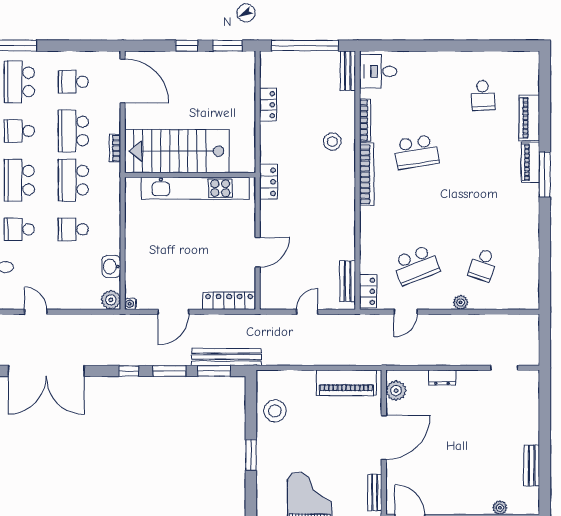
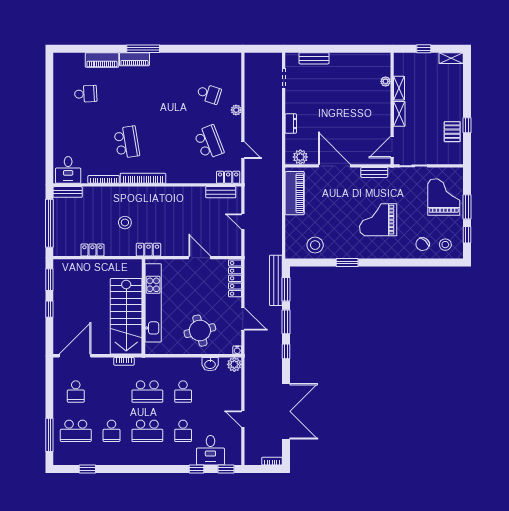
school desk: (73, 131) -> (112, 392), removed
stool: (332, 142) -> (125, 223), moved
round table: (157, 253) -> (200, 331), added
door: (36, 312) -> (243, 419), hinge flipped
bench: (532, 466) -> (314, 58), moved

